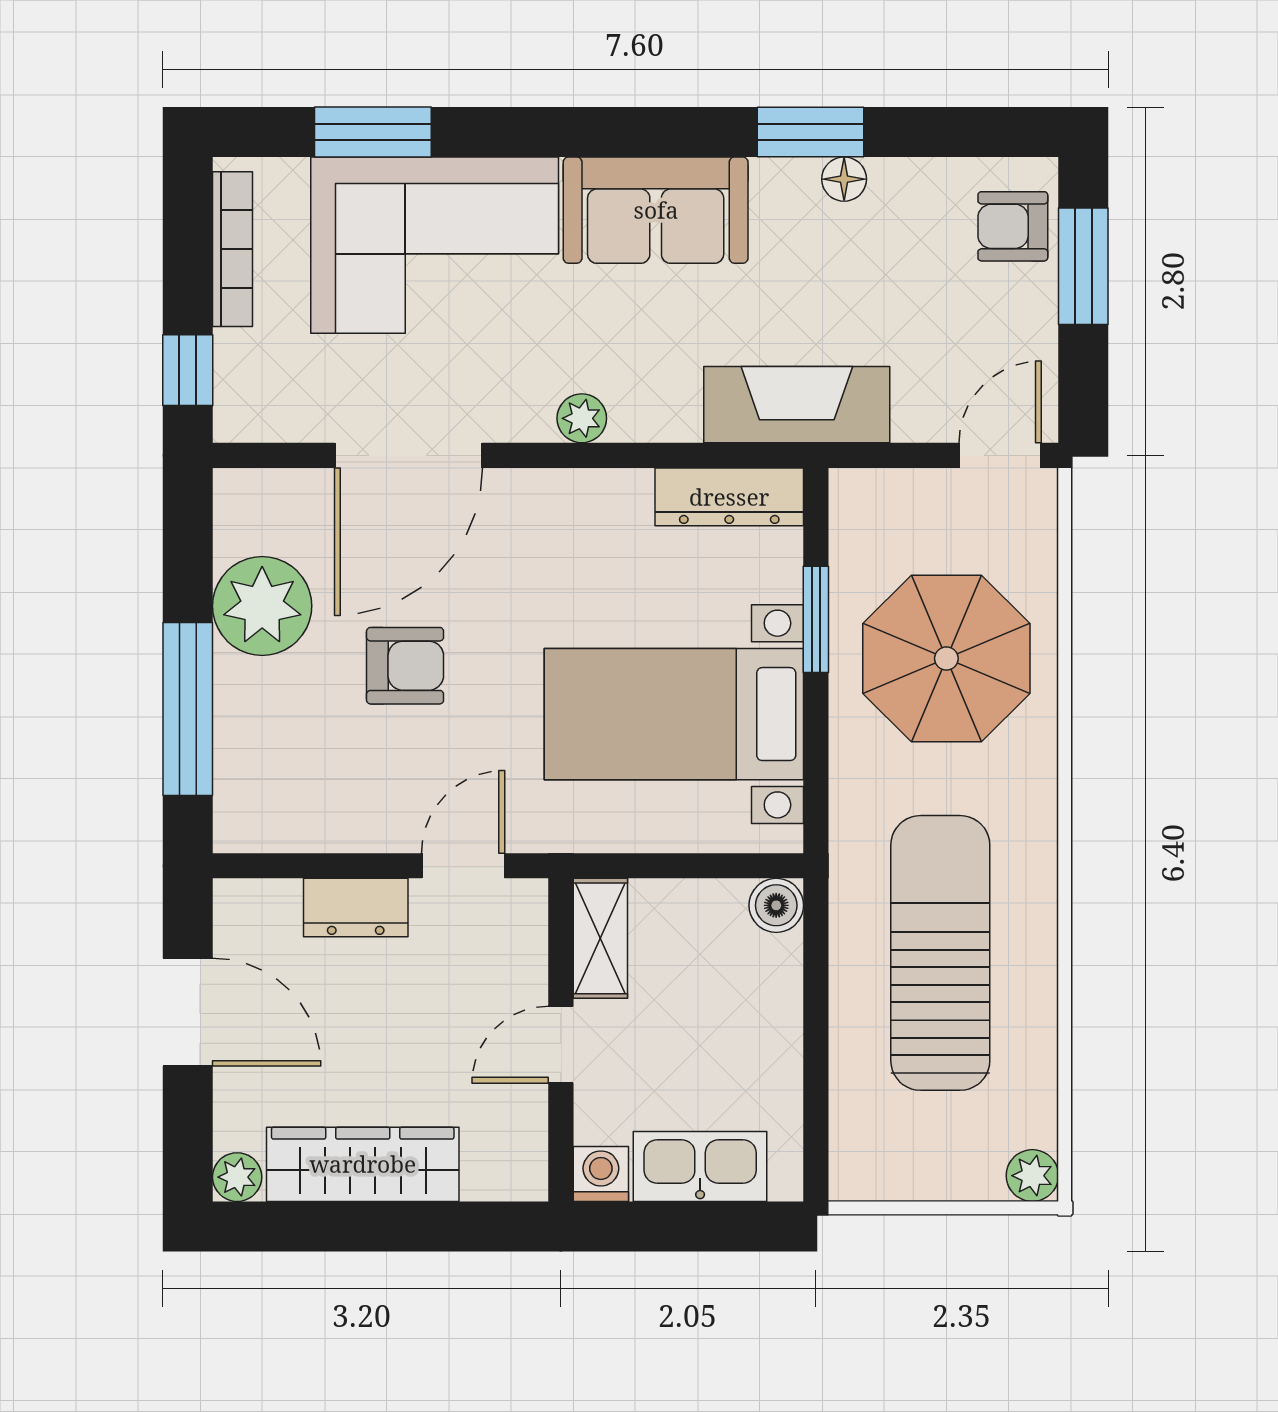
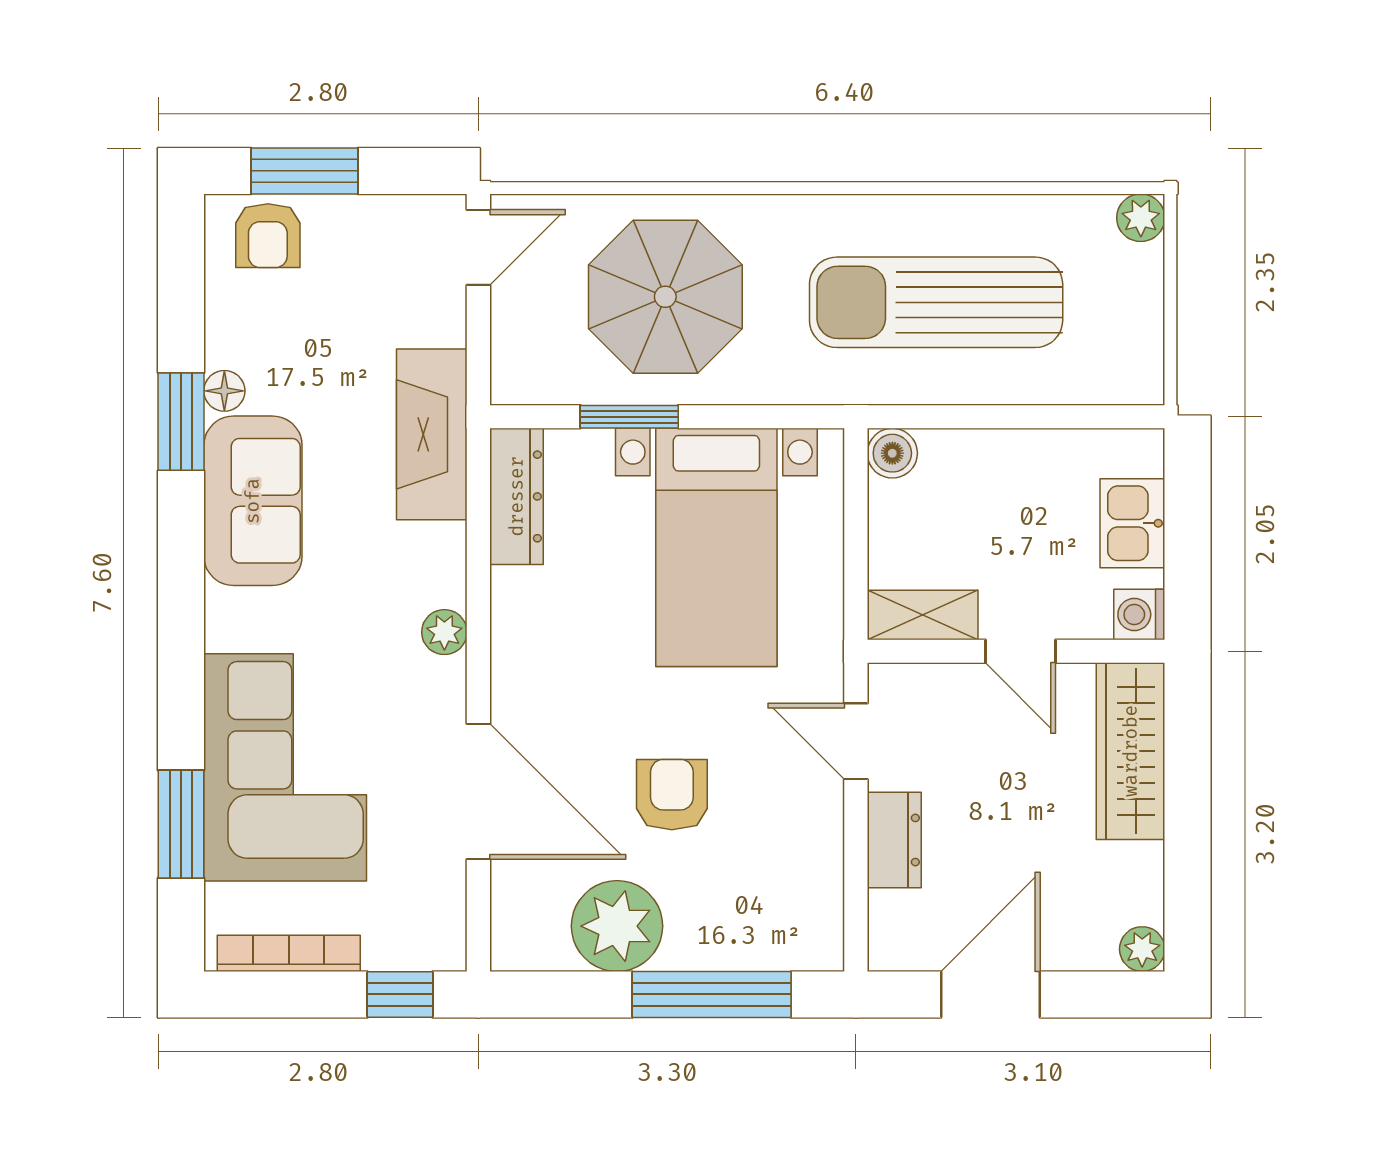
sofa: (656, 210) -> (253, 501), moved
door: (1000, 455) -> (478, 247), swing flipped
wardrobe: (363, 1164) -> (1131, 751), moved
kitchen sink: (700, 1166) -> (1132, 523), width x0.73

